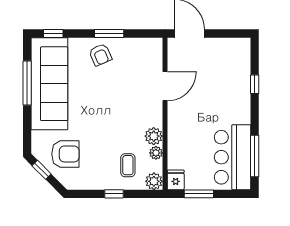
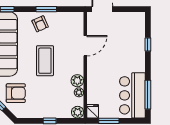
coffee table: (128, 165) -> (45, 61), moved, width x1.86, depth x1.72

